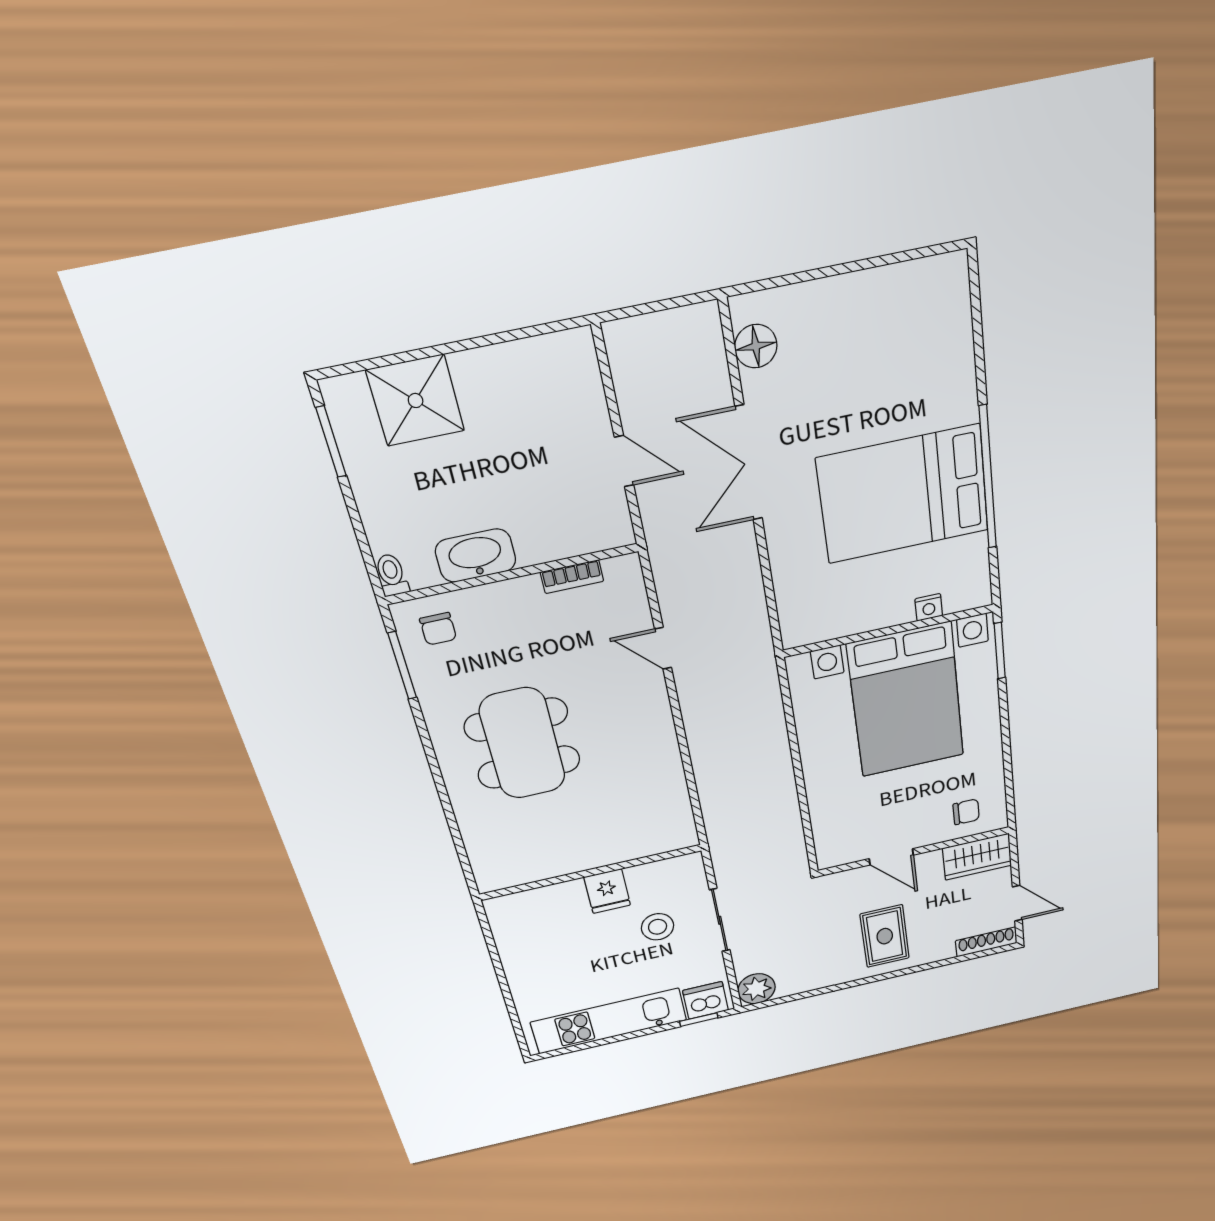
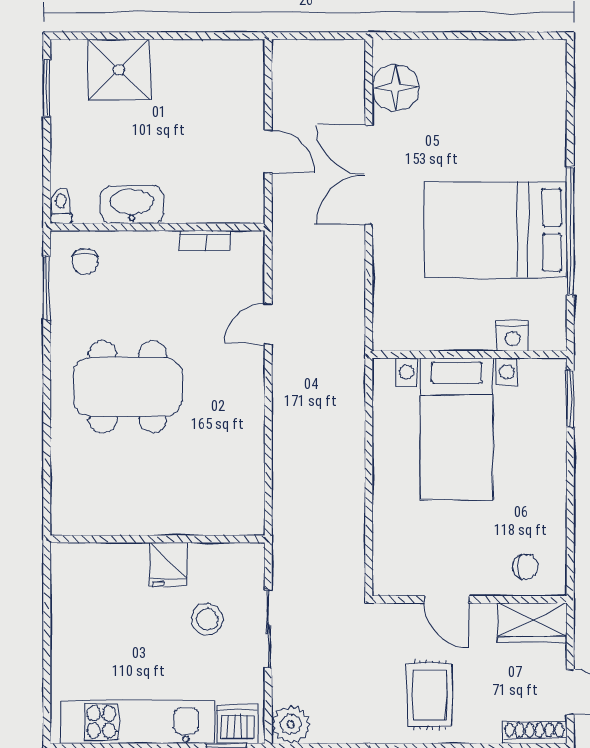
floor lamp: (756, 346) -> (396, 88), width x1.38, depth x1.38
nightstand: (929, 607) -> (513, 336), width x1.39, depth x1.35
door: (663, 648) -> (268, 324), hinge flipped
bed with nightstands: (906, 700) -> (457, 429), width x0.73
dining table: (523, 744) -> (128, 387), turned 90

